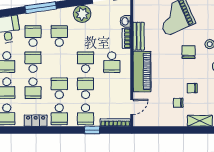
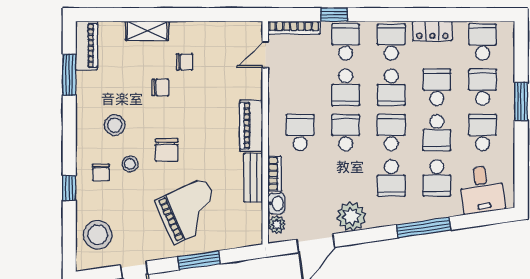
plant: (125, 9) -> (277, 225), added
school desk: (59, 62) -> (391, 133), added
school desk: (86, 62) -> (346, 133), turned 180
piano: (142, 72) -> (251, 126), width x0.73, depth x0.75

